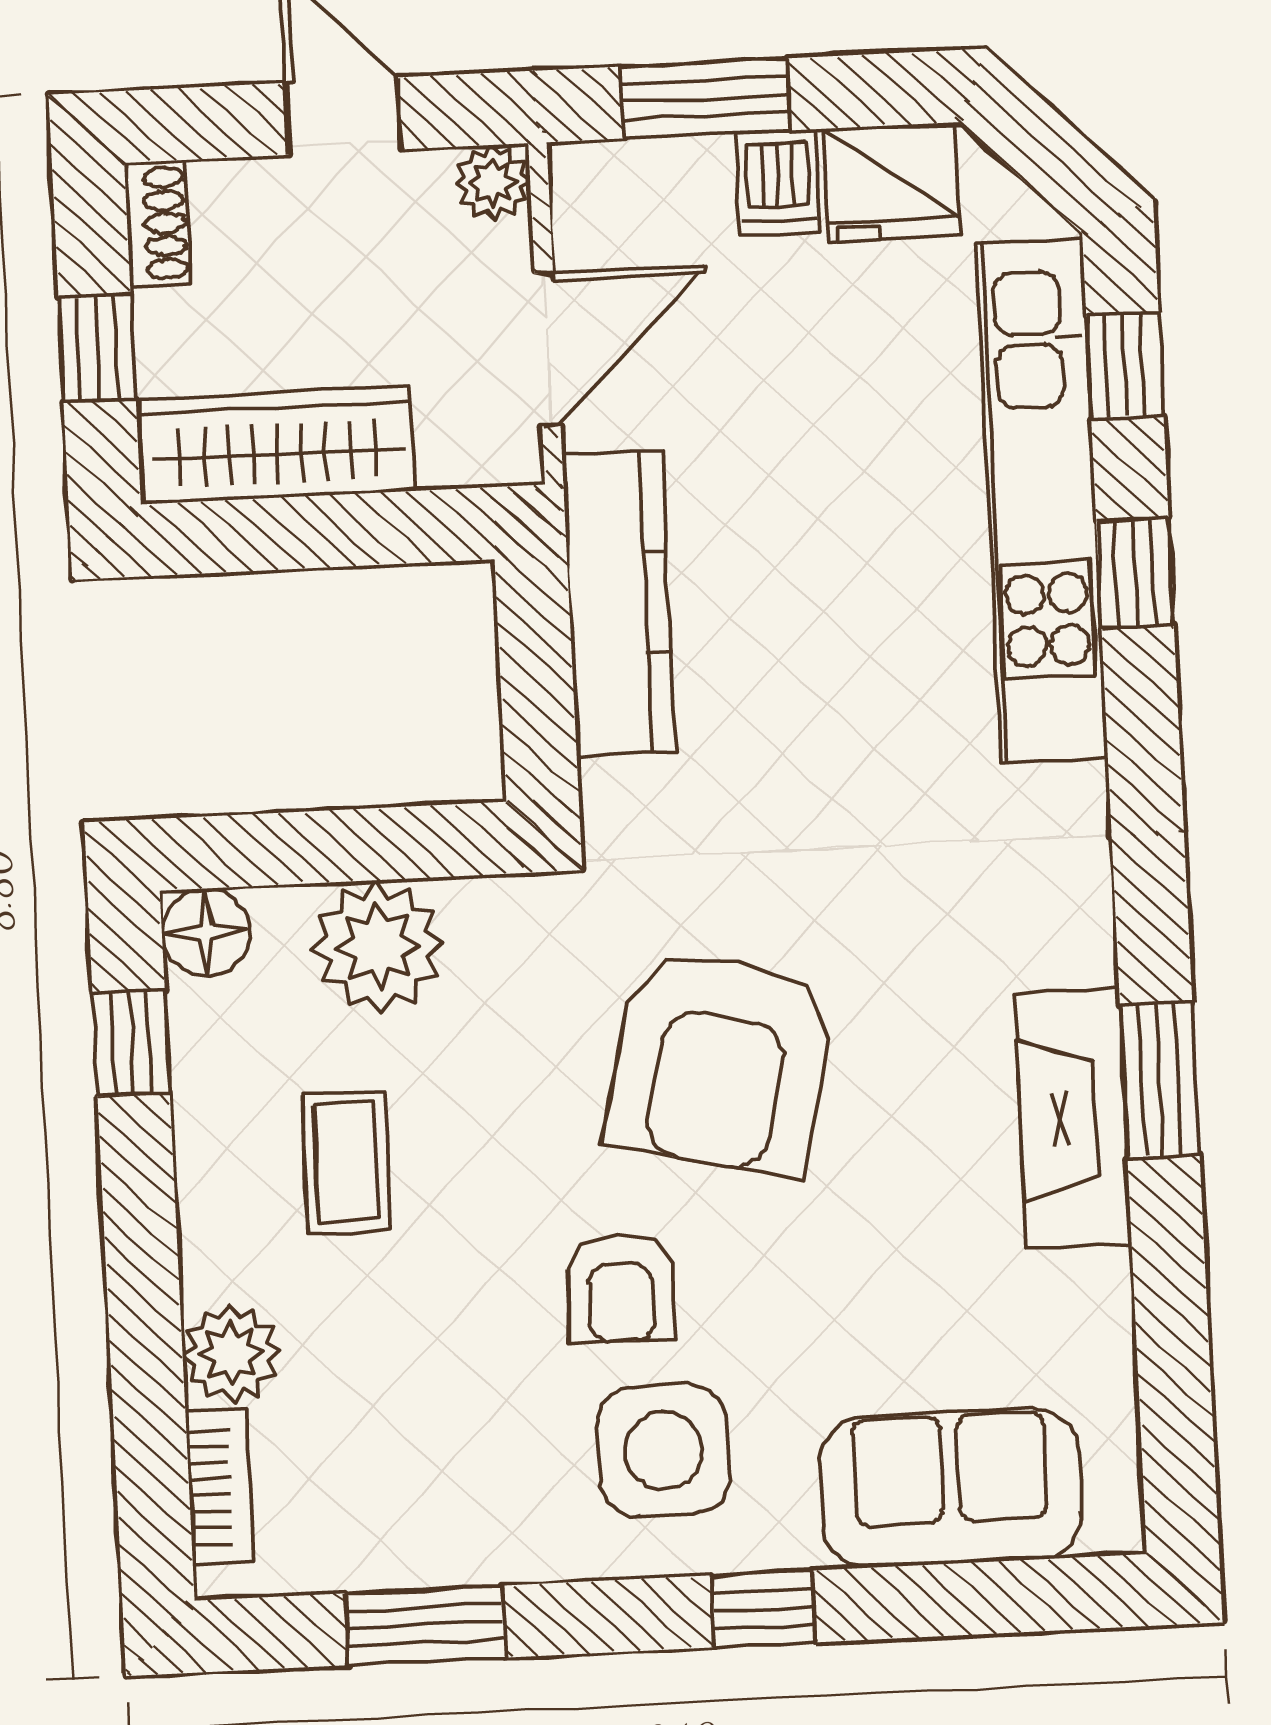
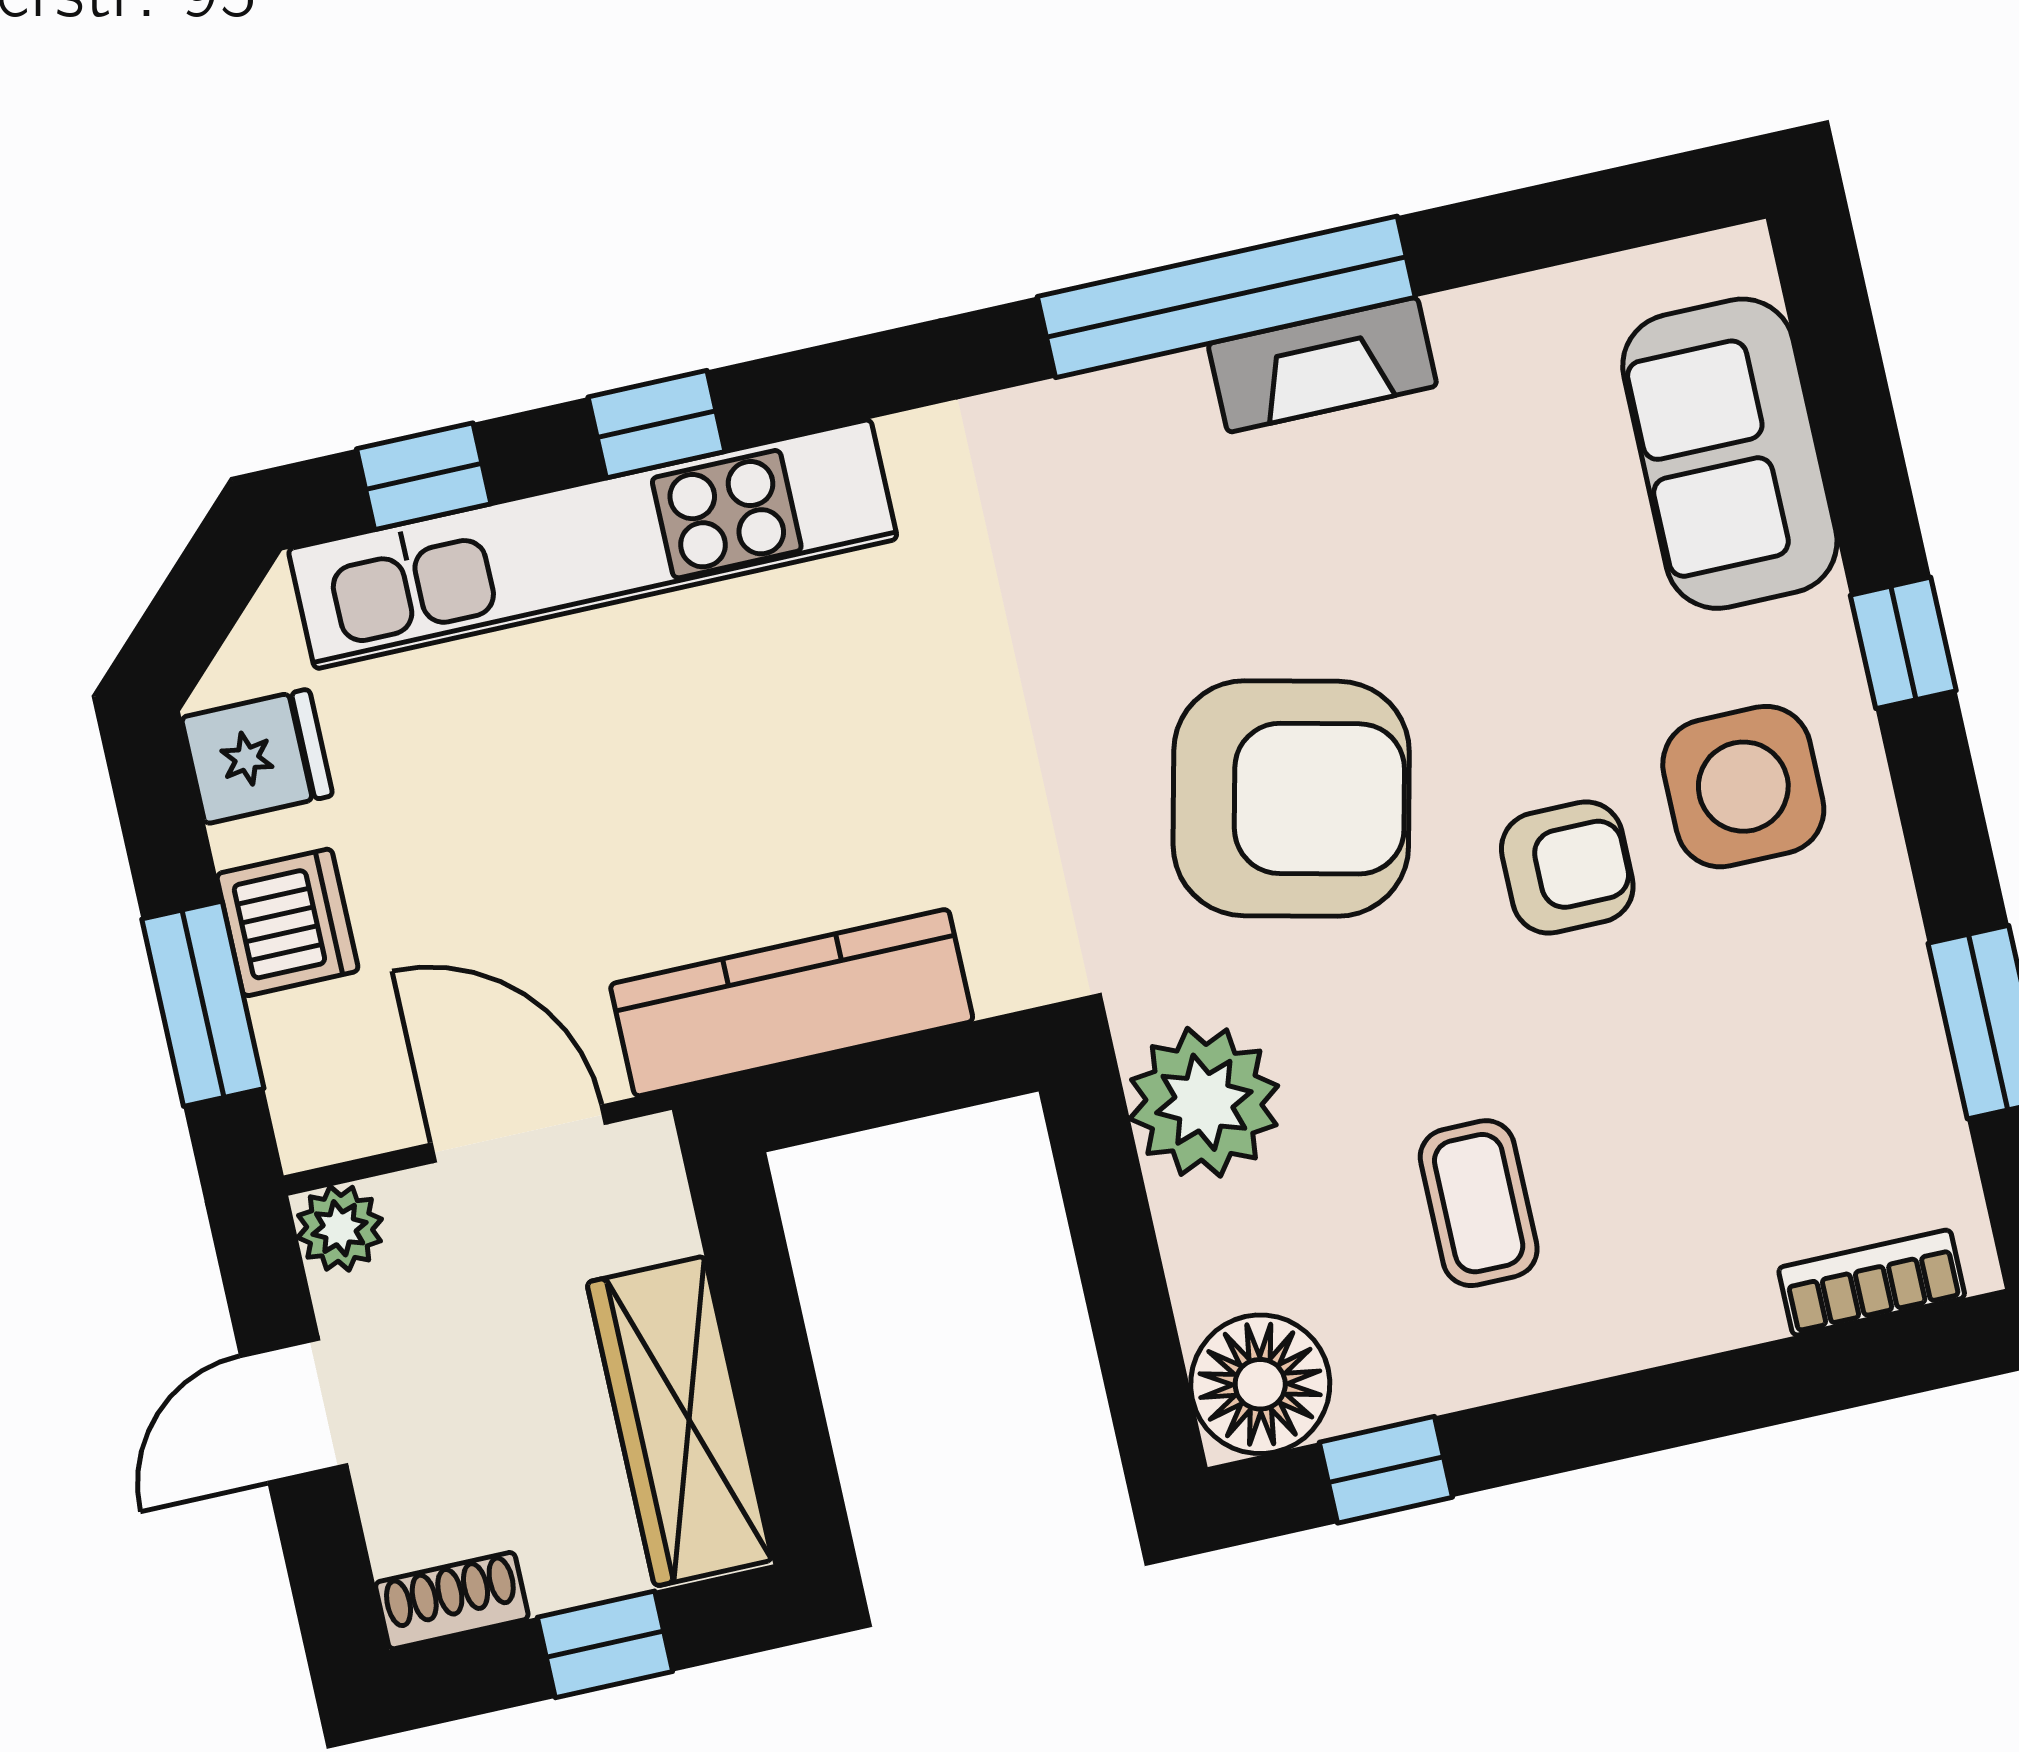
dishwasher: (778, 182) -> (288, 922), width x1.38
fridge: (891, 182) -> (257, 756), width x0.72
floor lamp: (206, 933) -> (1260, 1384), width x1.38, depth x1.38
plant: (378, 946) -> (1204, 1102), moved
window: (1160, 1080) -> (1226, 297), width x2.11
fireplace: (1073, 1119) -> (1322, 365), width x0.73, depth x0.76
coffee table: (346, 1162) -> (1479, 1203), turned 90
plant: (231, 1354) -> (1718, 1295), removed

